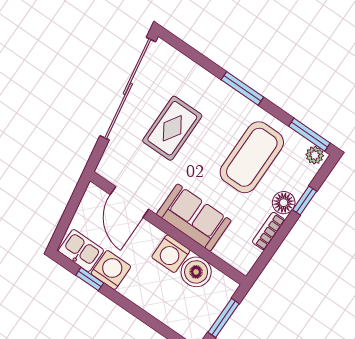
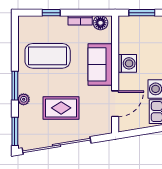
window: (309, 135) -> (15, 131), moved
plant: (315, 155) -> (24, 99), moved
floor lamp: (284, 203) -> (100, 23), moved
boiler: (196, 272) -> (128, 44), removed

